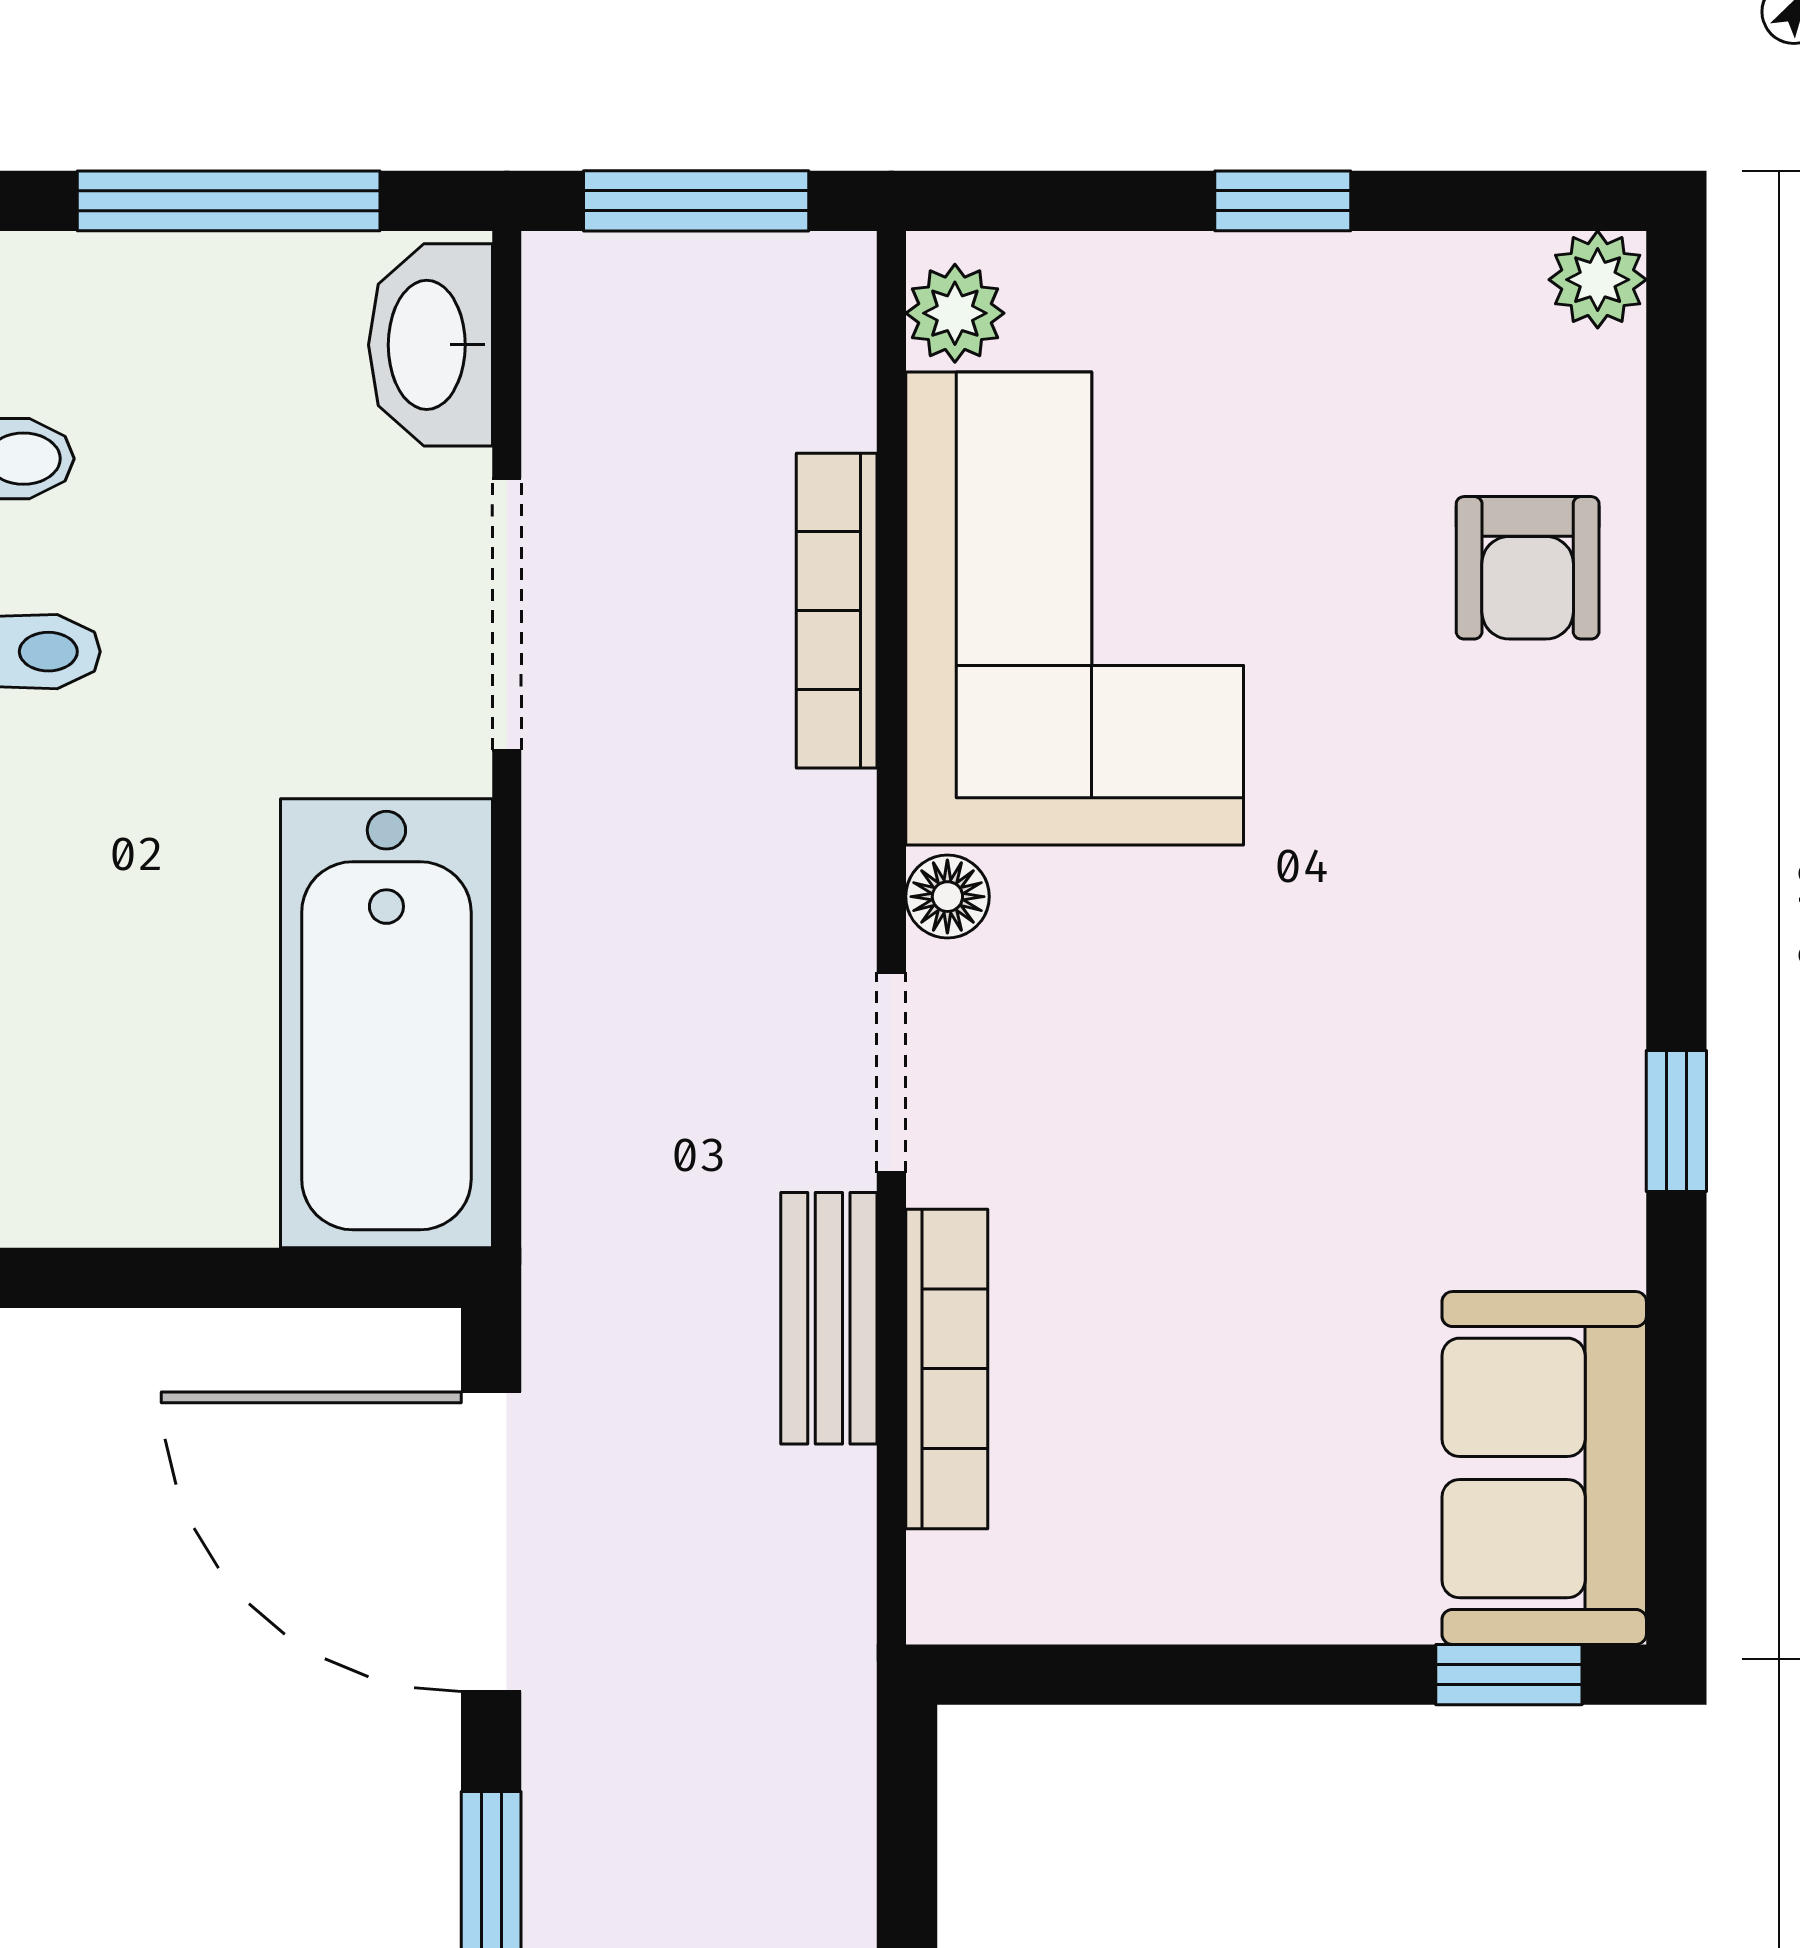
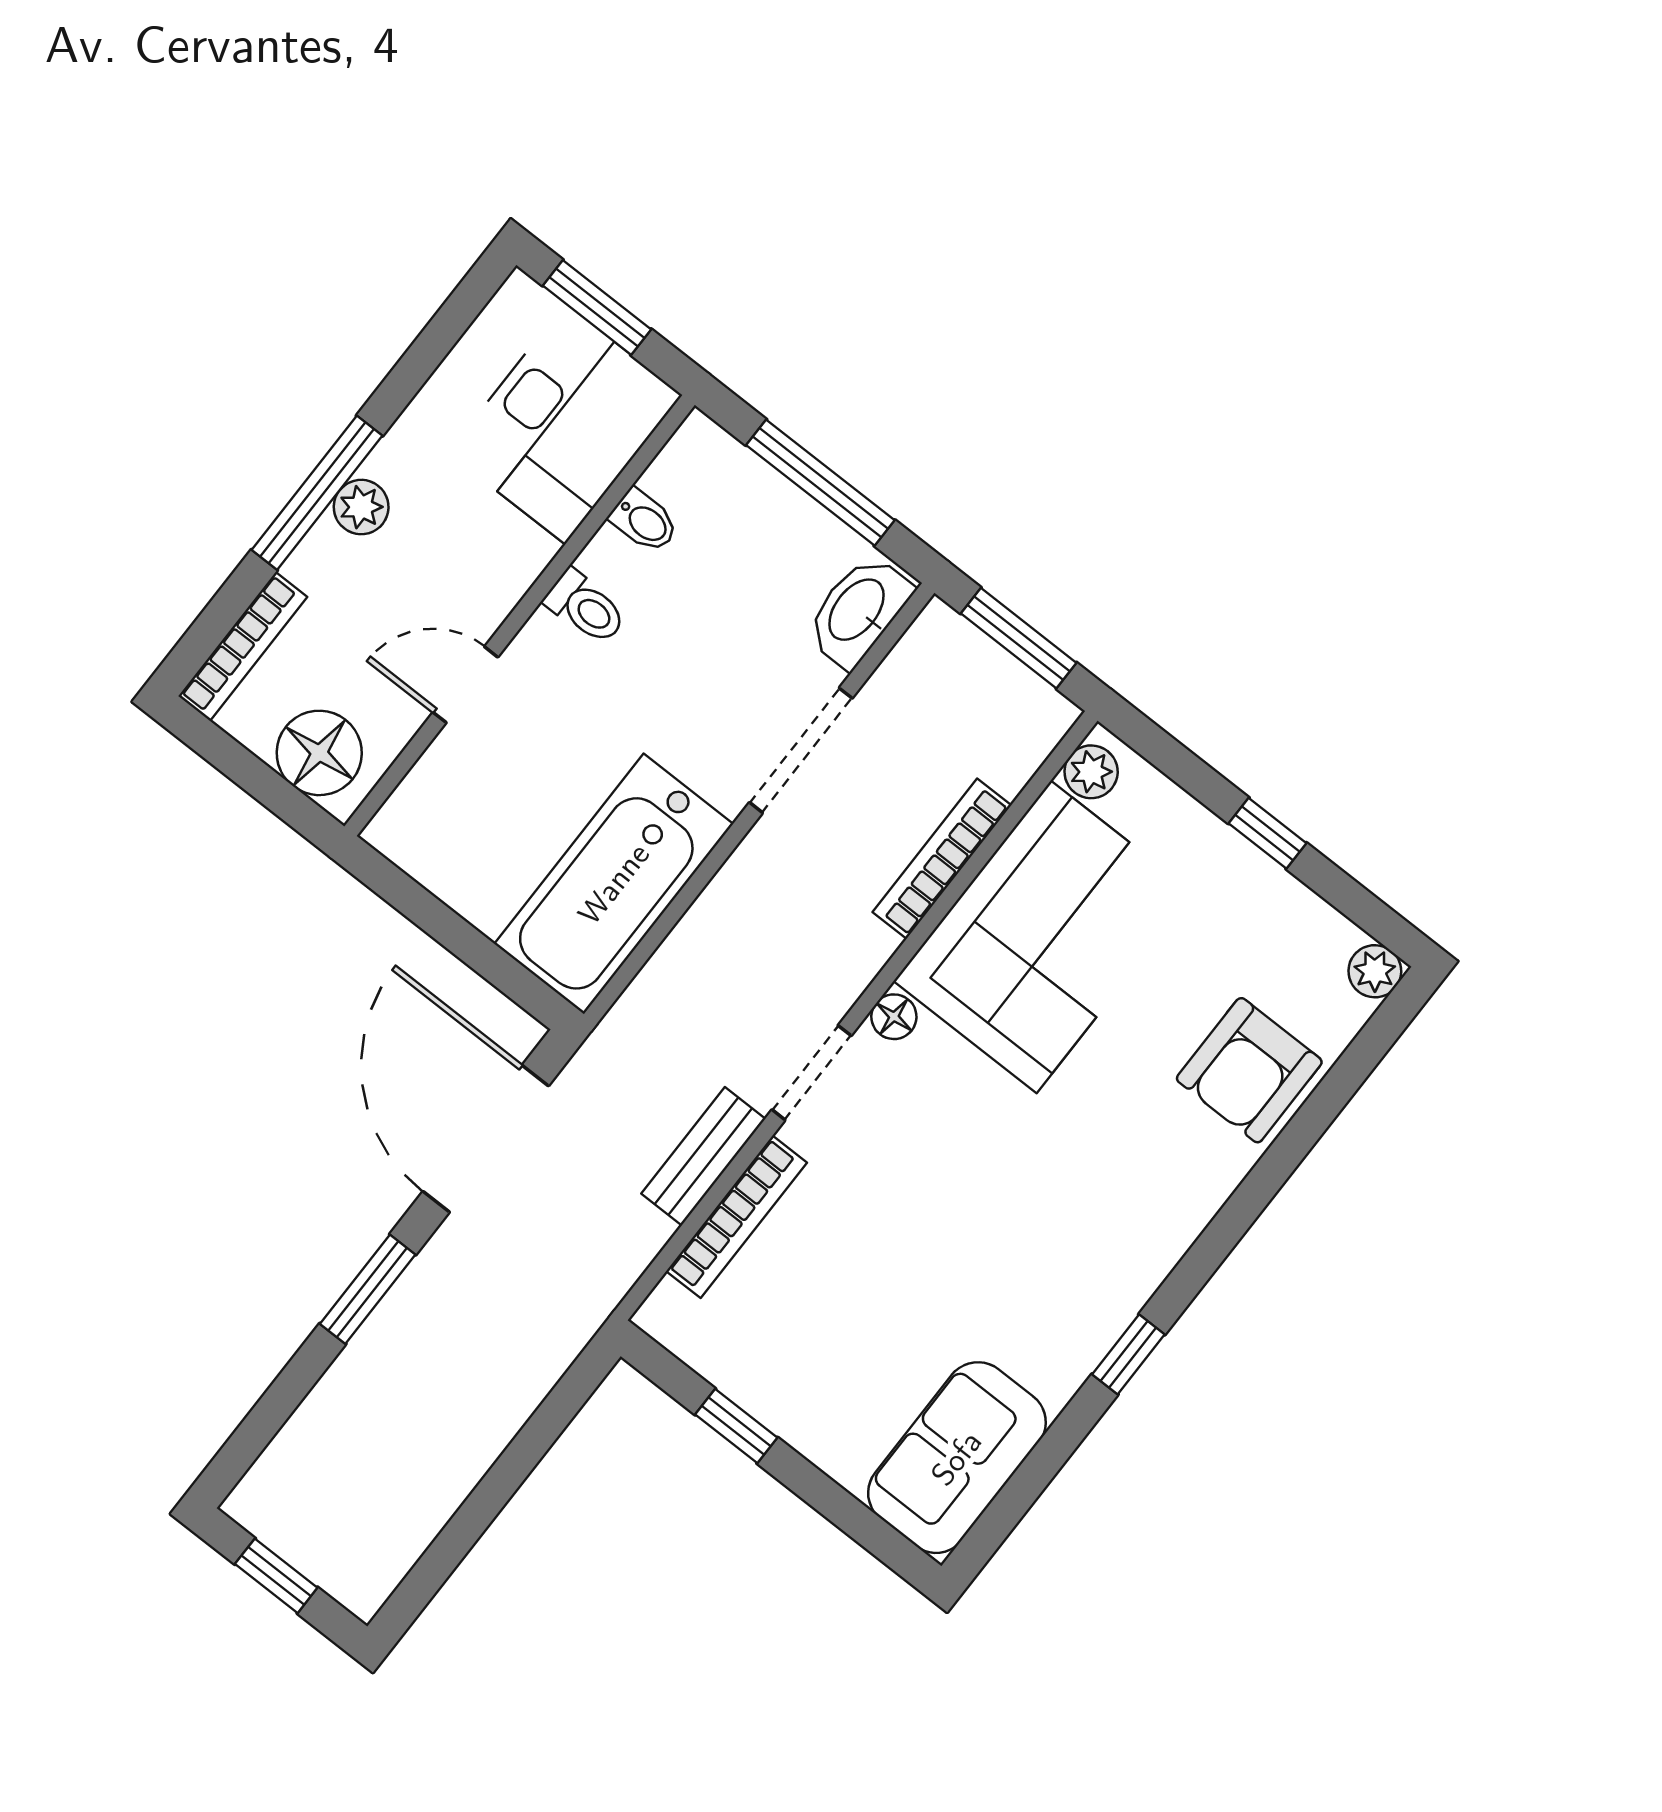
armchair: (1528, 568) -> (1249, 1070), width x1.38, depth x1.38
window: (1509, 1675) -> (736, 1426), moved

